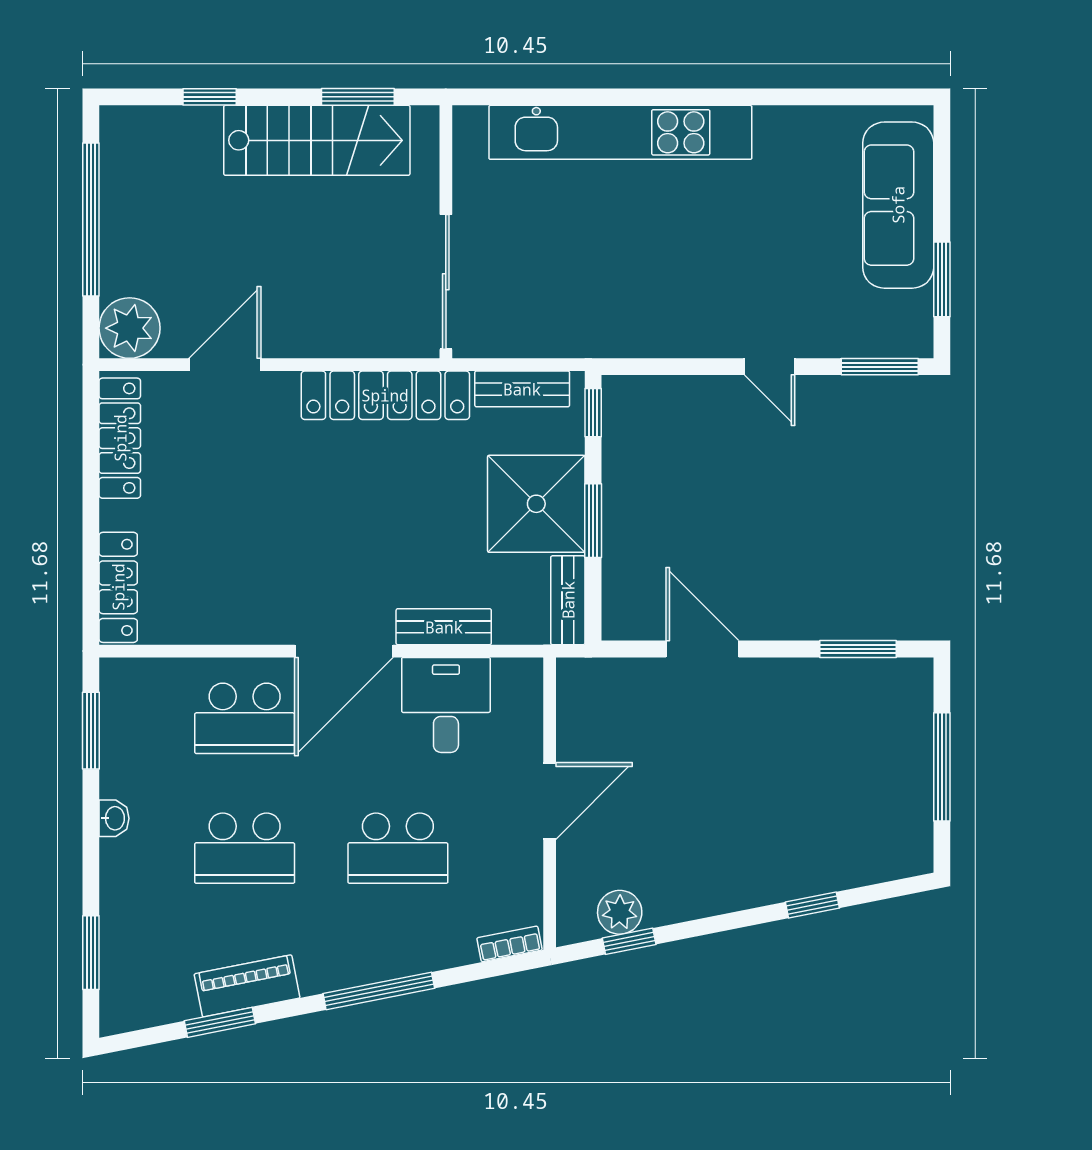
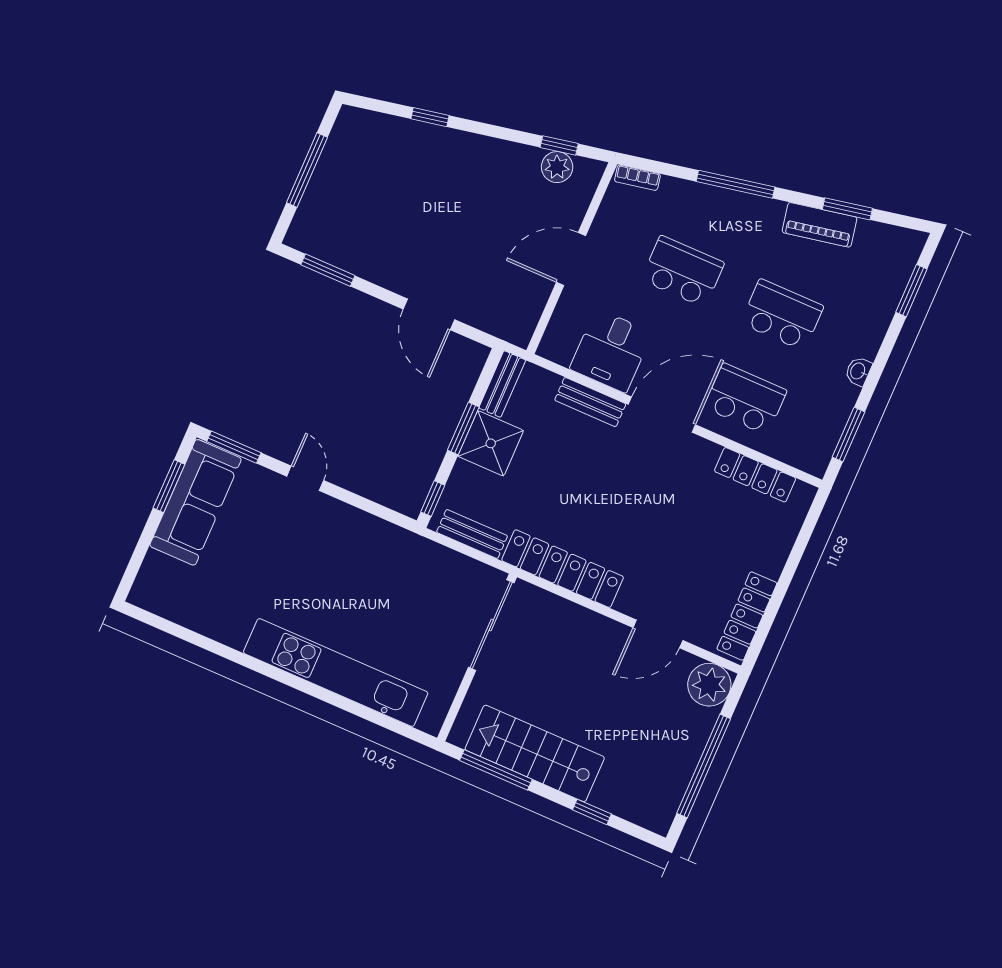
window: (358, 97) -> (496, 770), width x1.44
sofa: (898, 205) -> (195, 502), moved
shower: (536, 504) -> (491, 443), width x0.73, depth x0.73
locker: (118, 587) -> (755, 475), moved, turned -90

